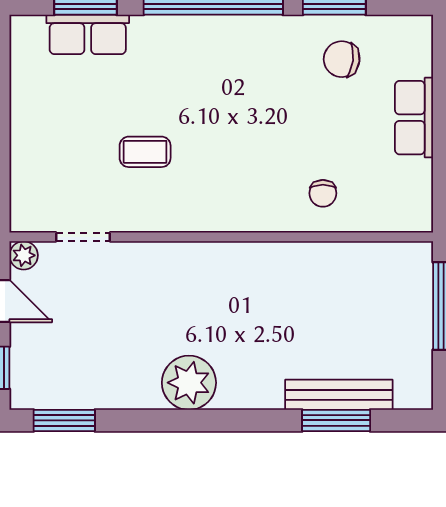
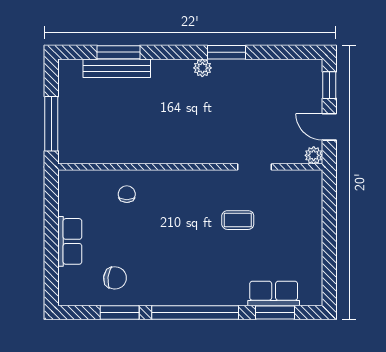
doorway: (83, 237) -> (255, 167), moved
plant: (189, 383) -> (202, 68), width x0.53, depth x0.53
window: (64, 420) -> (226, 52), moved

